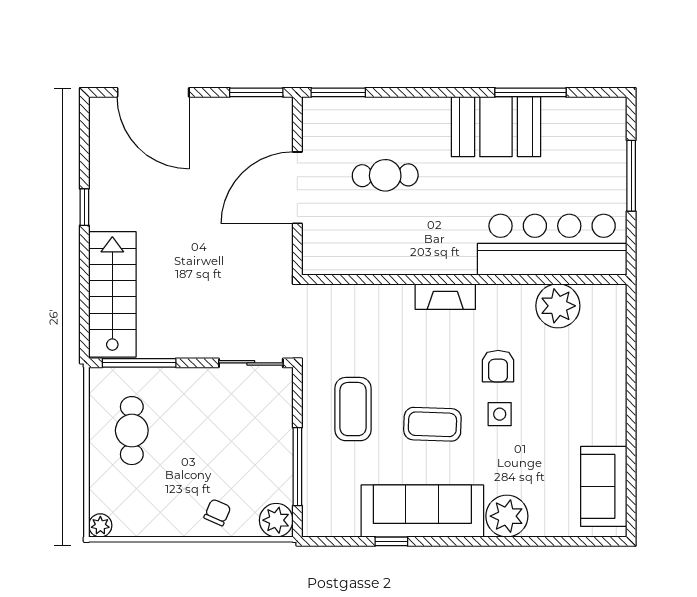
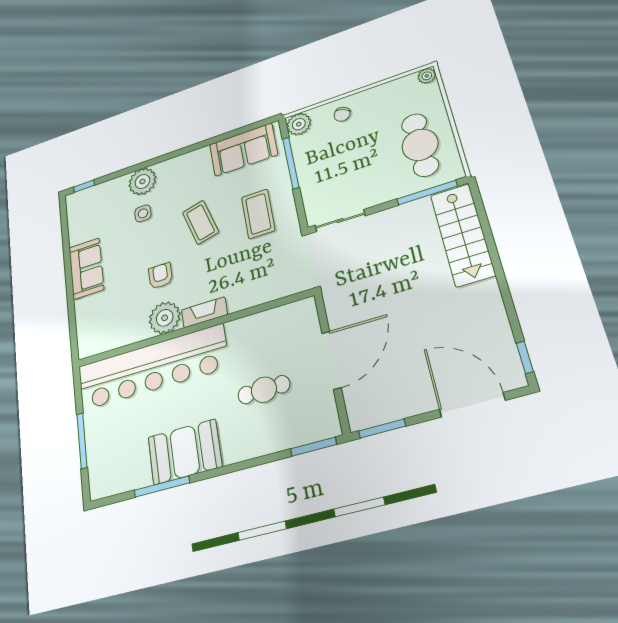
window: (84, 207) -> (525, 357), moved
bar counter: (552, 245) -> (152, 367), width x1.36
plant: (558, 306) -> (165, 318), moved
side table: (500, 414) -> (143, 213), moved
coffee table: (432, 424) -> (200, 222), turned 73
cafe table: (132, 431) -> (420, 145), width x1.37, depth x1.35
sofa: (604, 486) -> (86, 268), moved
sofa: (422, 511) -> (243, 150), moved, width x0.73
window: (391, 541) -> (84, 186), moved

